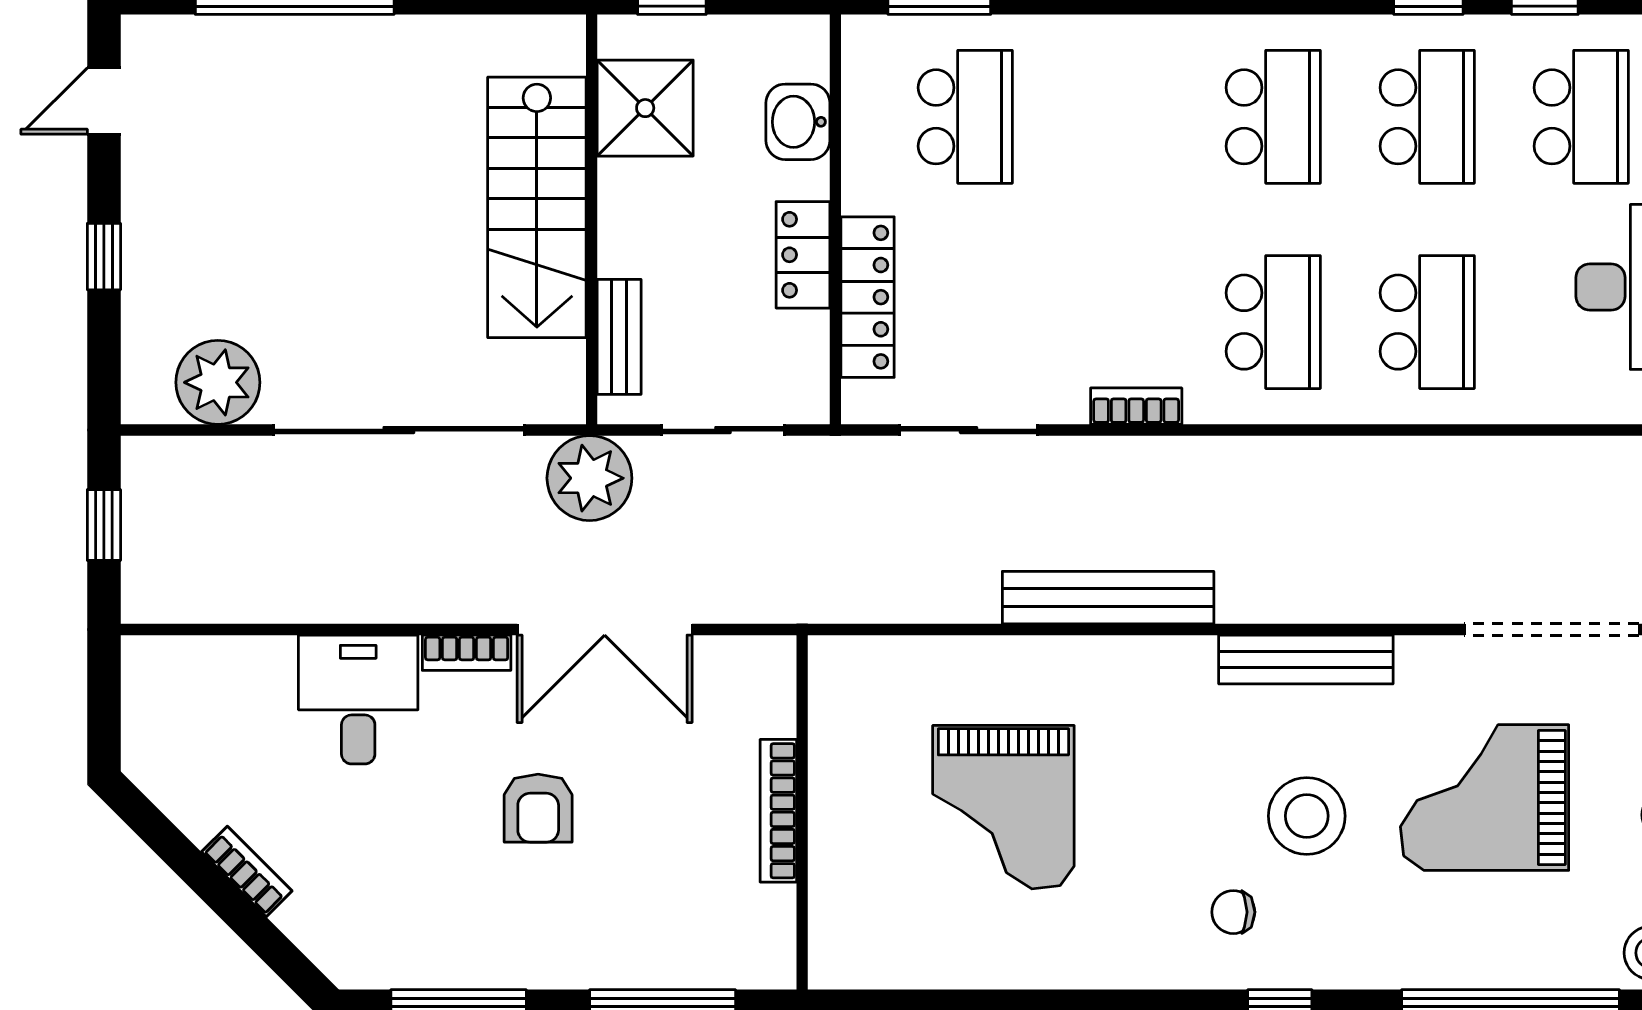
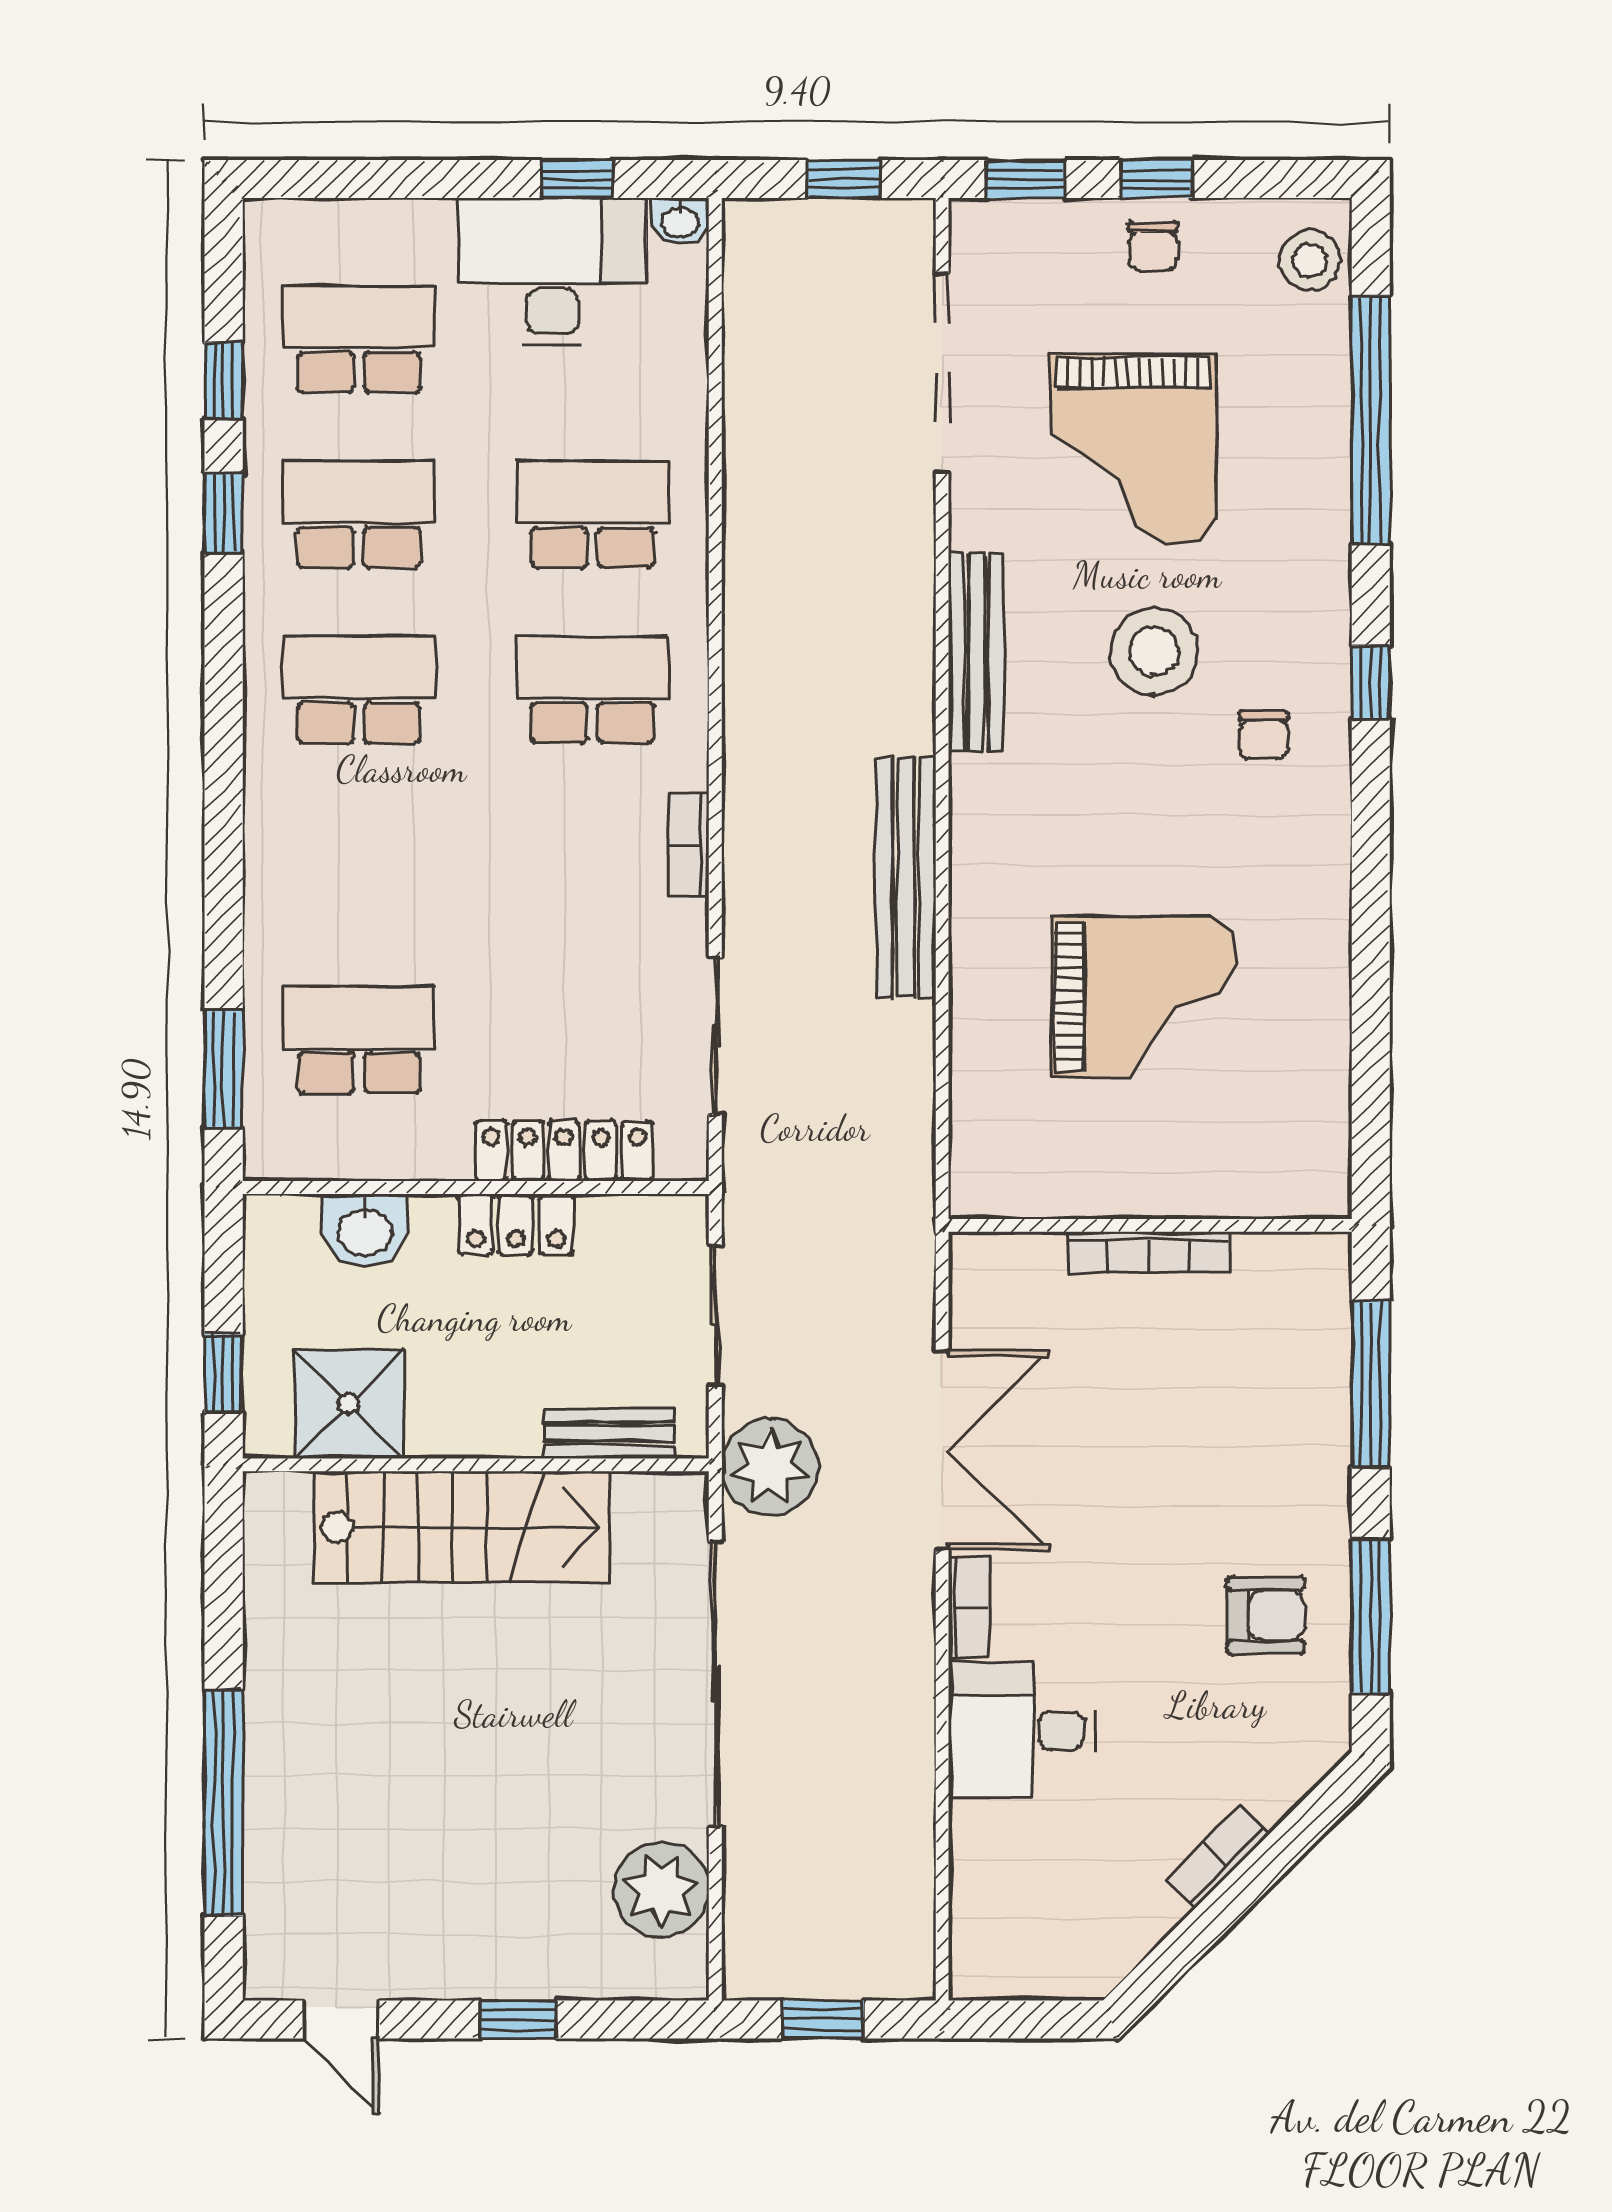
armchair: (538, 808) -> (1266, 1615), moved

